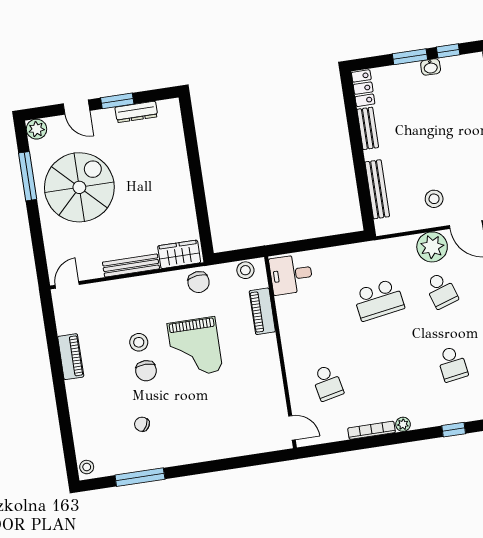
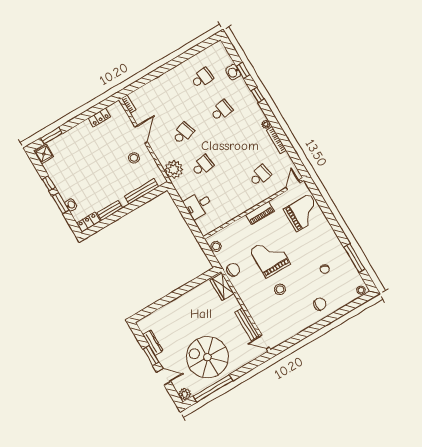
washbasin: (431, 67) -> (71, 205), moved
door: (77, 107) -> (164, 377), hinge flipped
window: (28, 176) -> (213, 388), width x1.46
plant: (432, 247) -> (174, 169), moved
bench: (131, 265) -> (247, 324), moved
desk: (291, 274) -> (198, 205), moved, turned 90
school desk: (379, 300) -> (202, 166), width x0.54
piano: (262, 311) -> (260, 213), moved
grand piano: (195, 347) -> (270, 257), turned -90
piano: (71, 357) -> (303, 324), removed
chair: (146, 371) -> (320, 304), moved
grand piano: (243, 426) -> (303, 213), added

